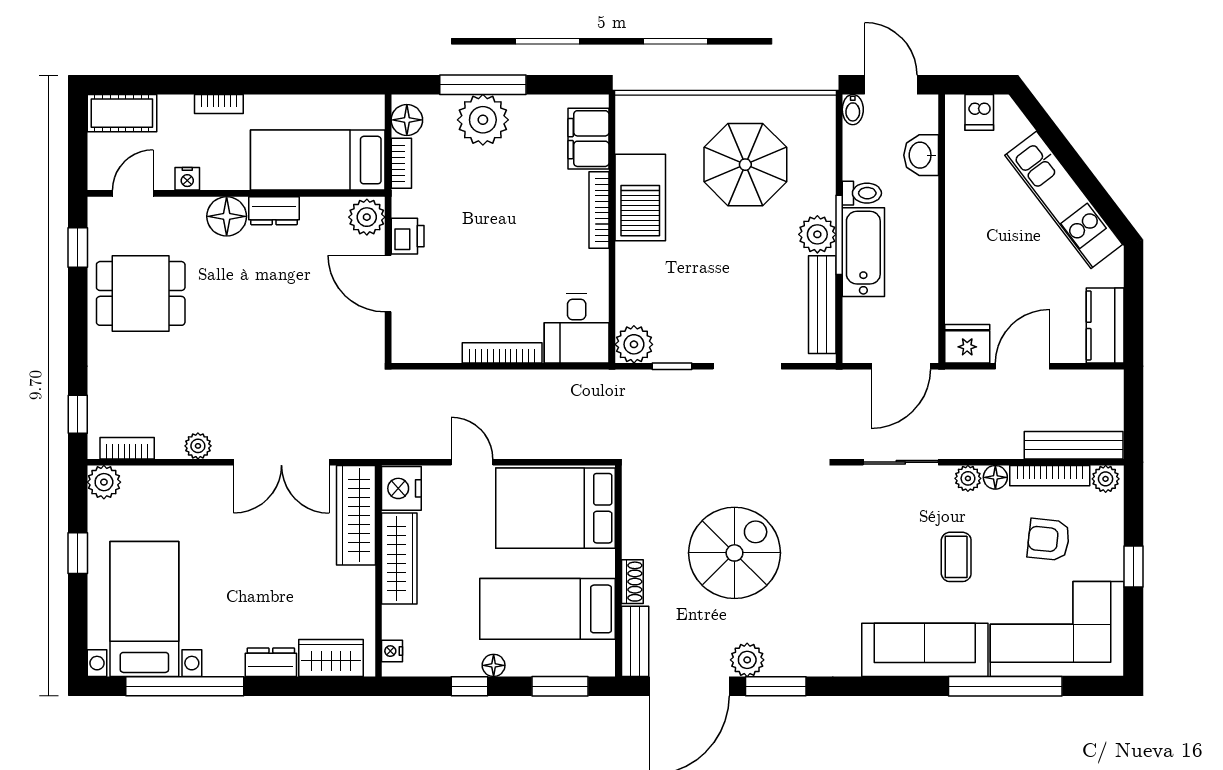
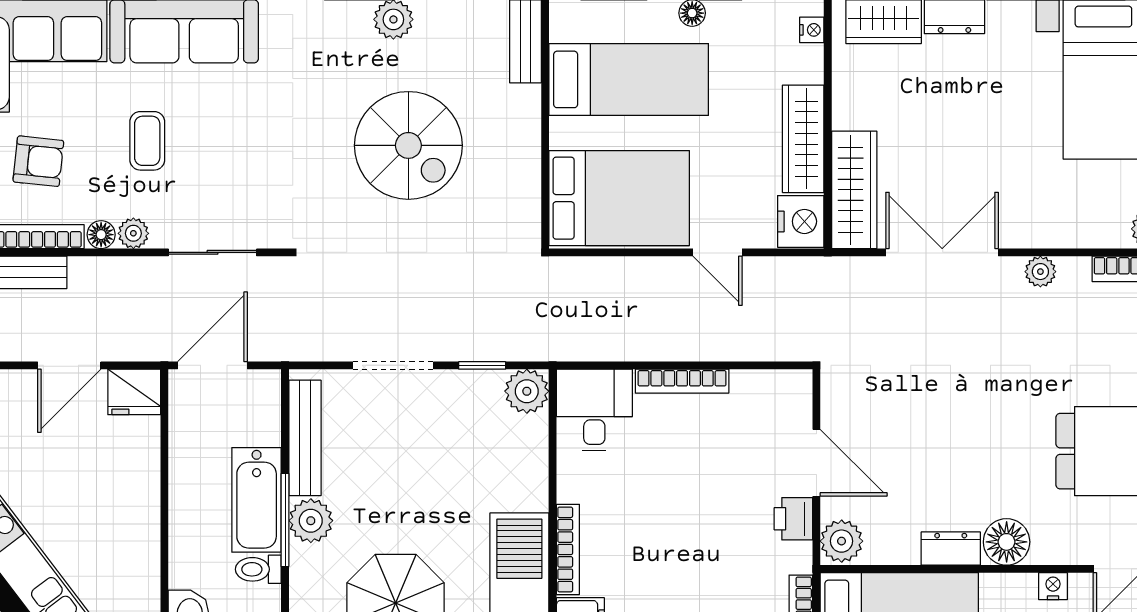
spiral stairs: (734, 553) -> (408, 145), turned -90
shoe rack: (632, 582) -> (529, 112), removed

